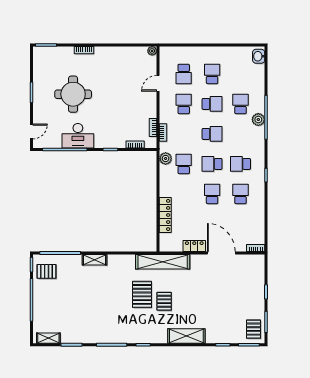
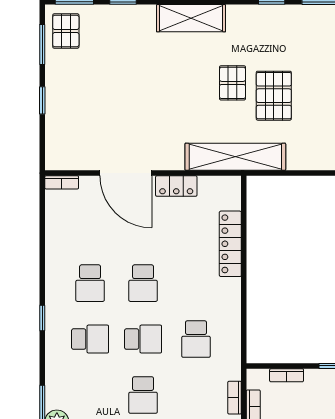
school desk: (212, 134) -> (143, 395), turned -90
plant: (166, 159) -> (230, 349), removed

